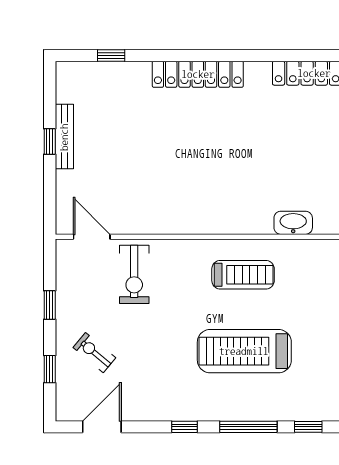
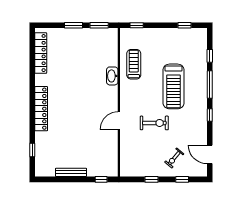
window: (50, 142) -> (101, 179), moved
washbasin: (293, 223) -> (112, 76), moved
door: (92, 237) -> (119, 121), moved
exercise bike: (134, 274) -> (154, 123), moved
treadmill: (243, 275) -> (134, 64), moved

